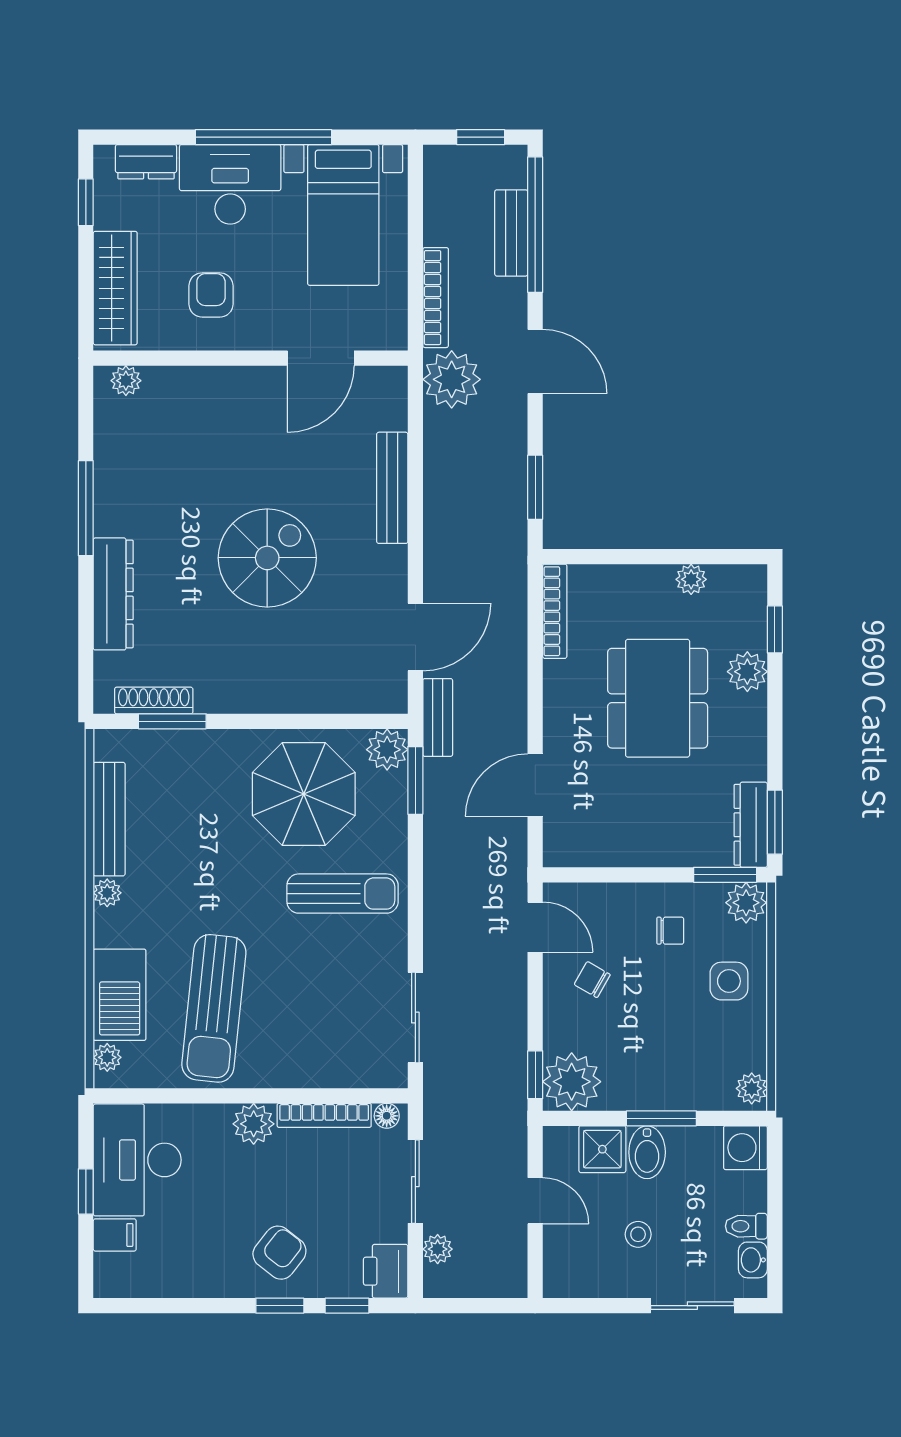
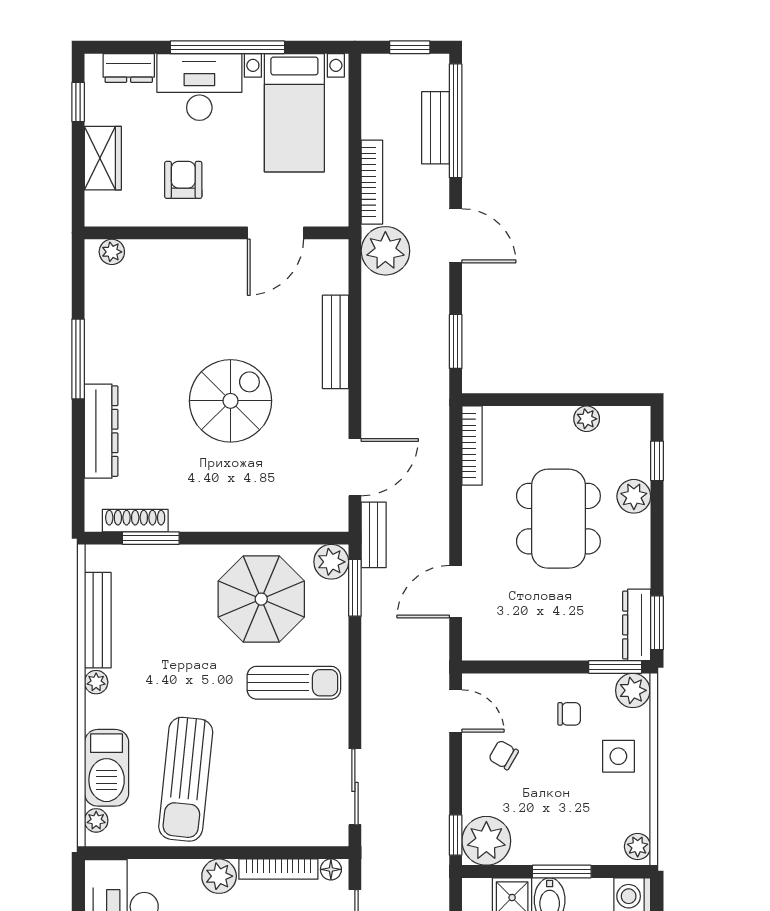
wardrobe: (115, 288) -> (103, 158), width x0.67

